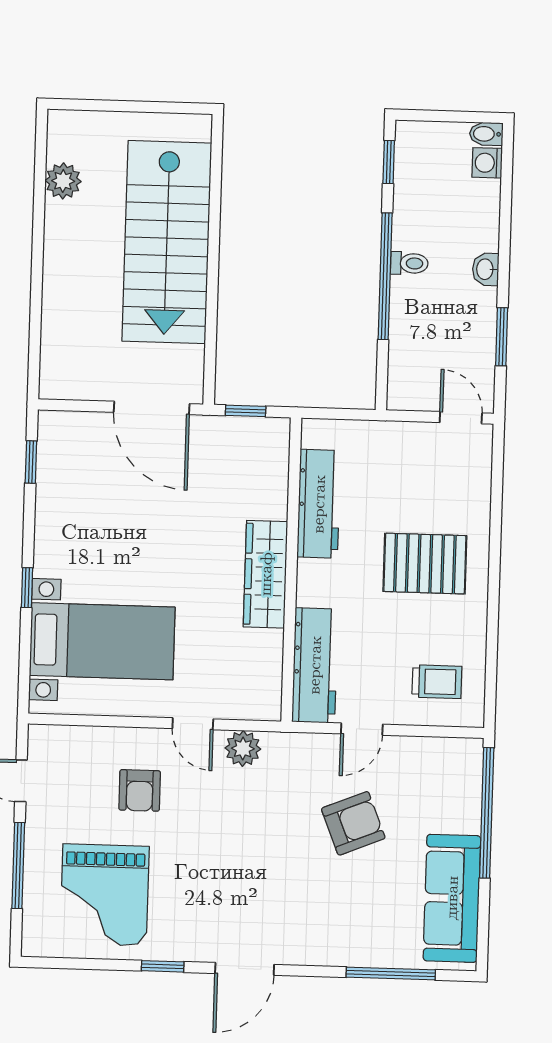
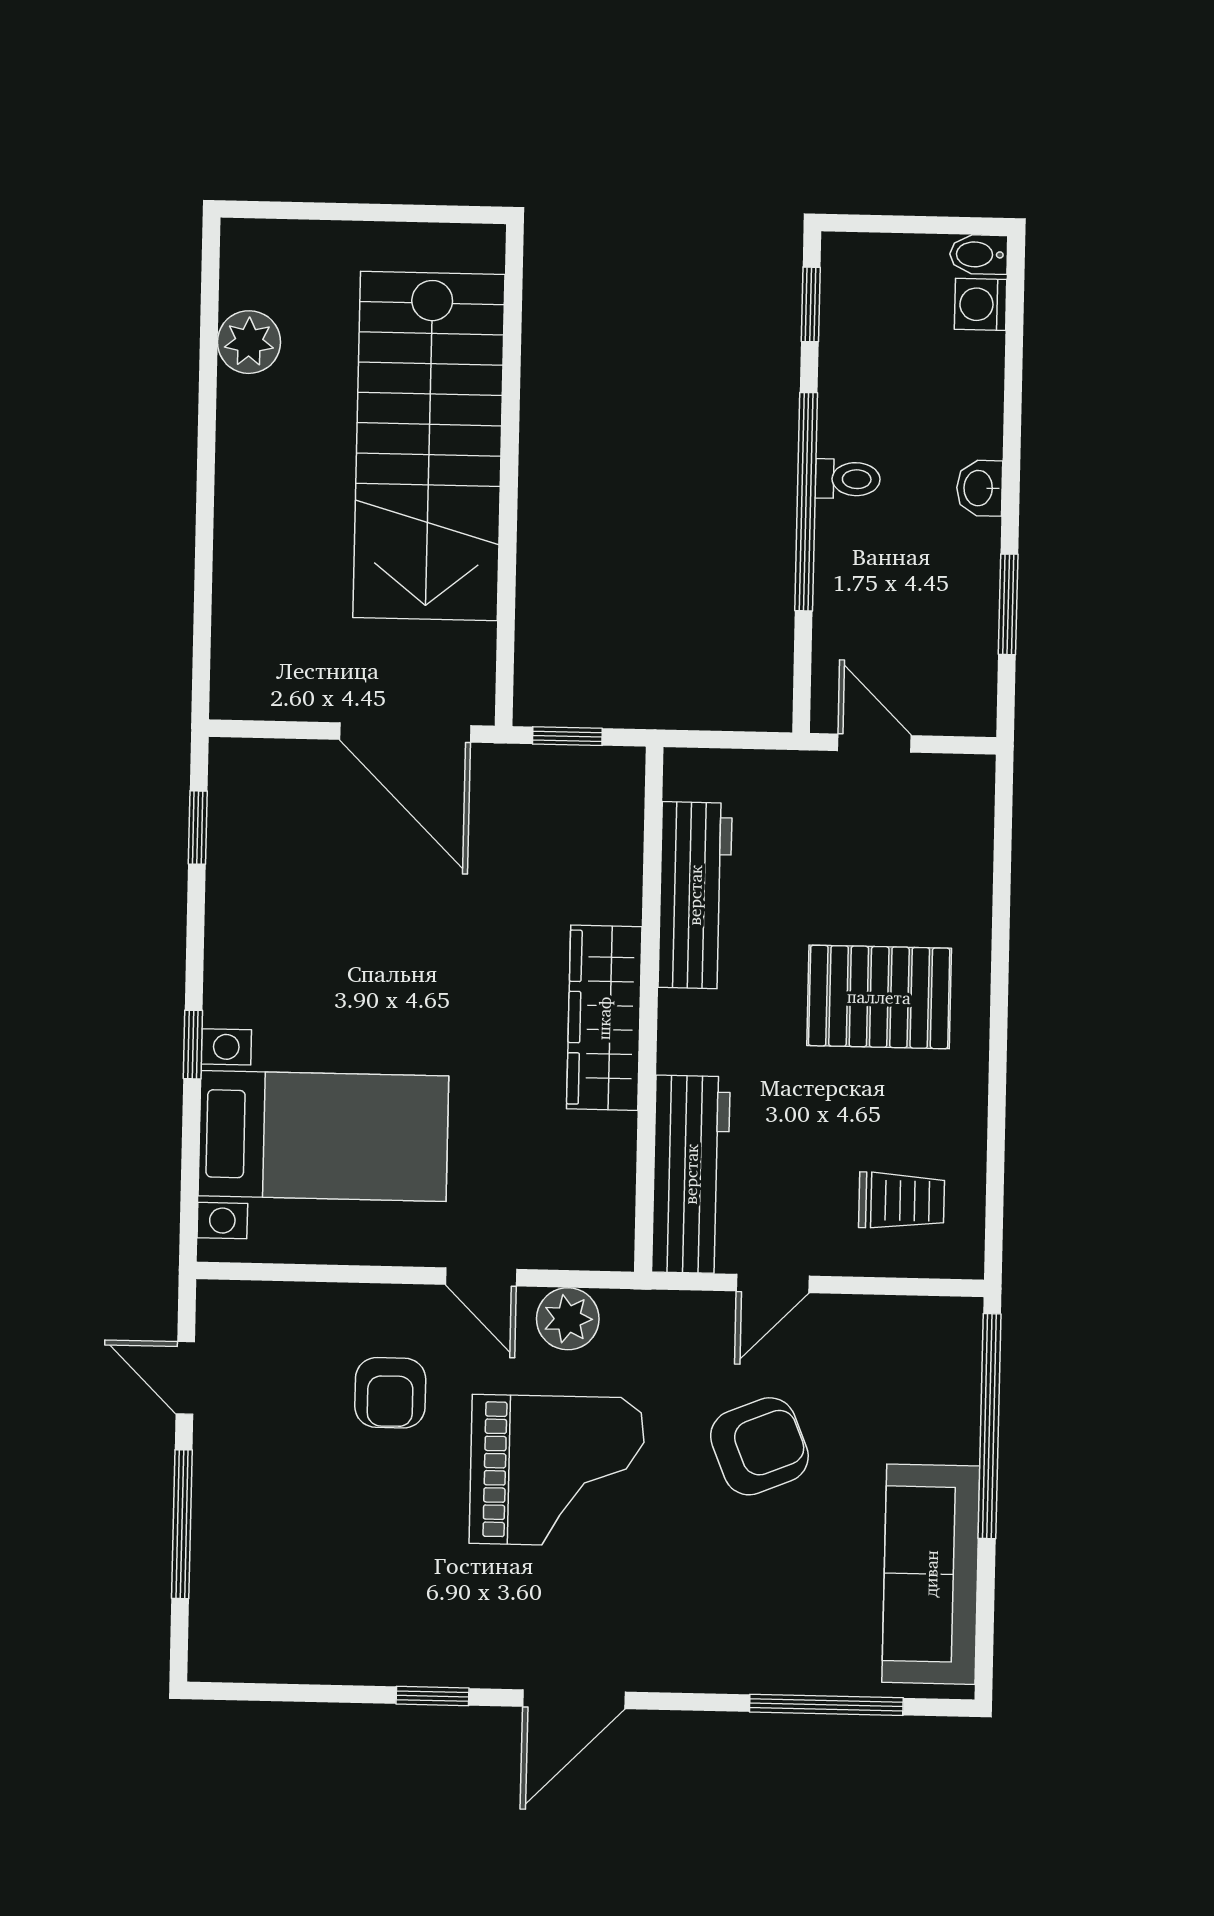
door: (461, 418) -> (874, 743), moved
grand piano: (105, 895) -> (557, 1471), moved, turned -90

